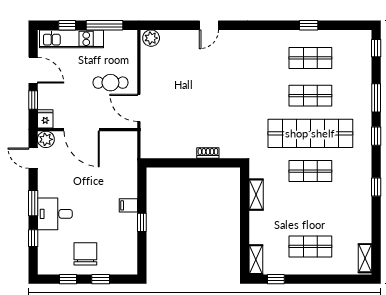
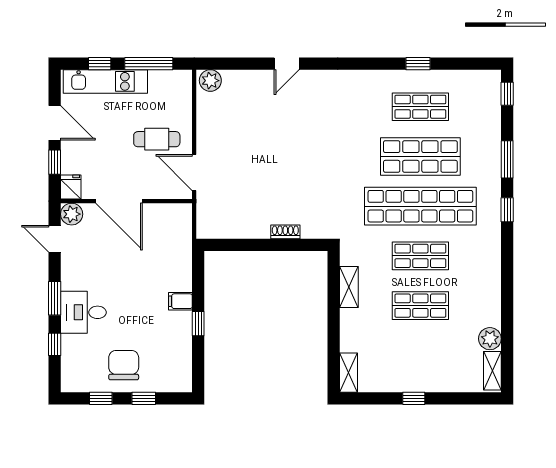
shop shelf: (310, 96) -> (420, 156), width x1.43, depth x1.36
window: (376, 187) -> (507, 277), removed
plant: (363, 234) -> (490, 339), added
shop shelf: (310, 246) -> (420, 306), moved
window: (276, 279) -> (414, 398), moved

